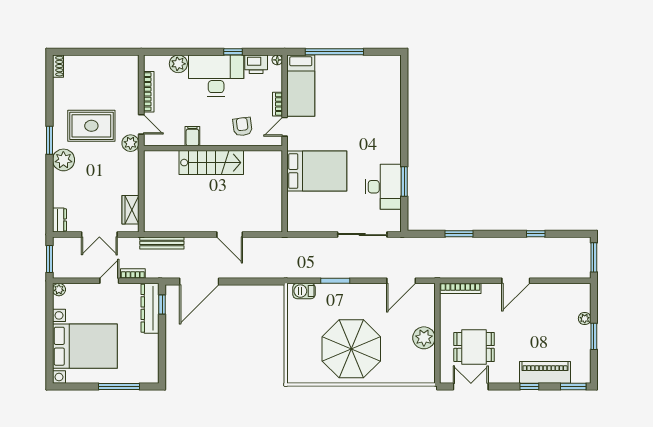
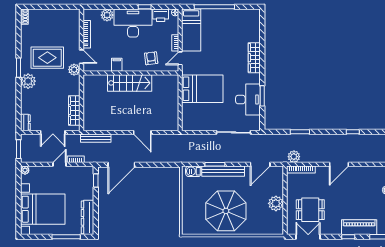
wardrobe: (393, 126) -> (254, 58), added
wardrobe: (131, 210) -> (74, 111), width x1.50
plant: (450, 270) -> (294, 157), added
bench: (347, 291) -> (223, 171), added
dresser: (150, 308) -> (88, 217), moved

